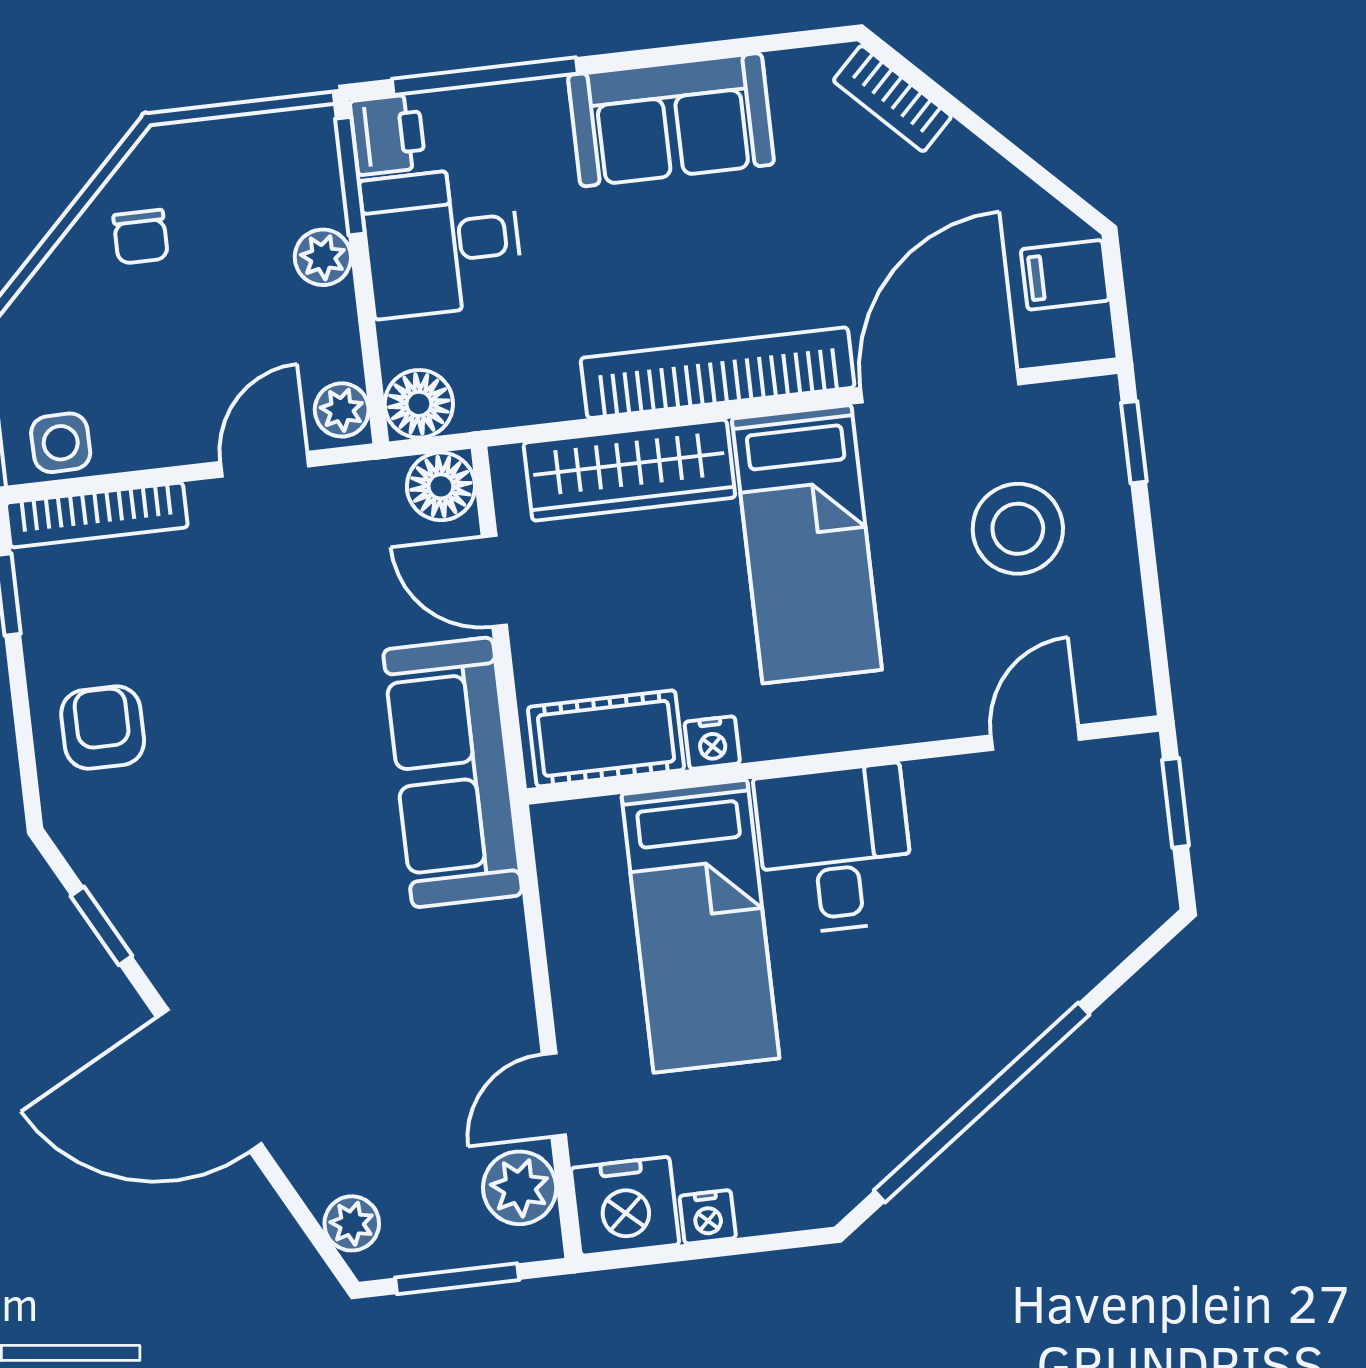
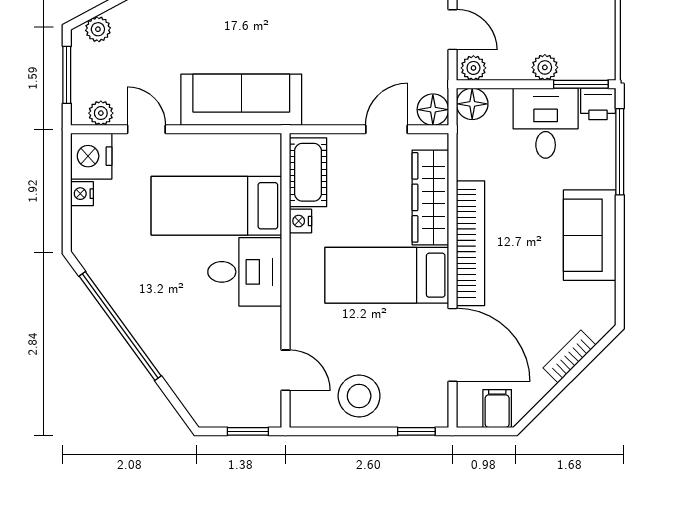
bookcase: (892, 99) -> (569, 357), moved
stool: (1018, 529) -> (359, 396), moved
sofa: (453, 772) -> (241, 100), moved
plant: (520, 1188) -> (101, 113), width x0.73, depth x0.73

